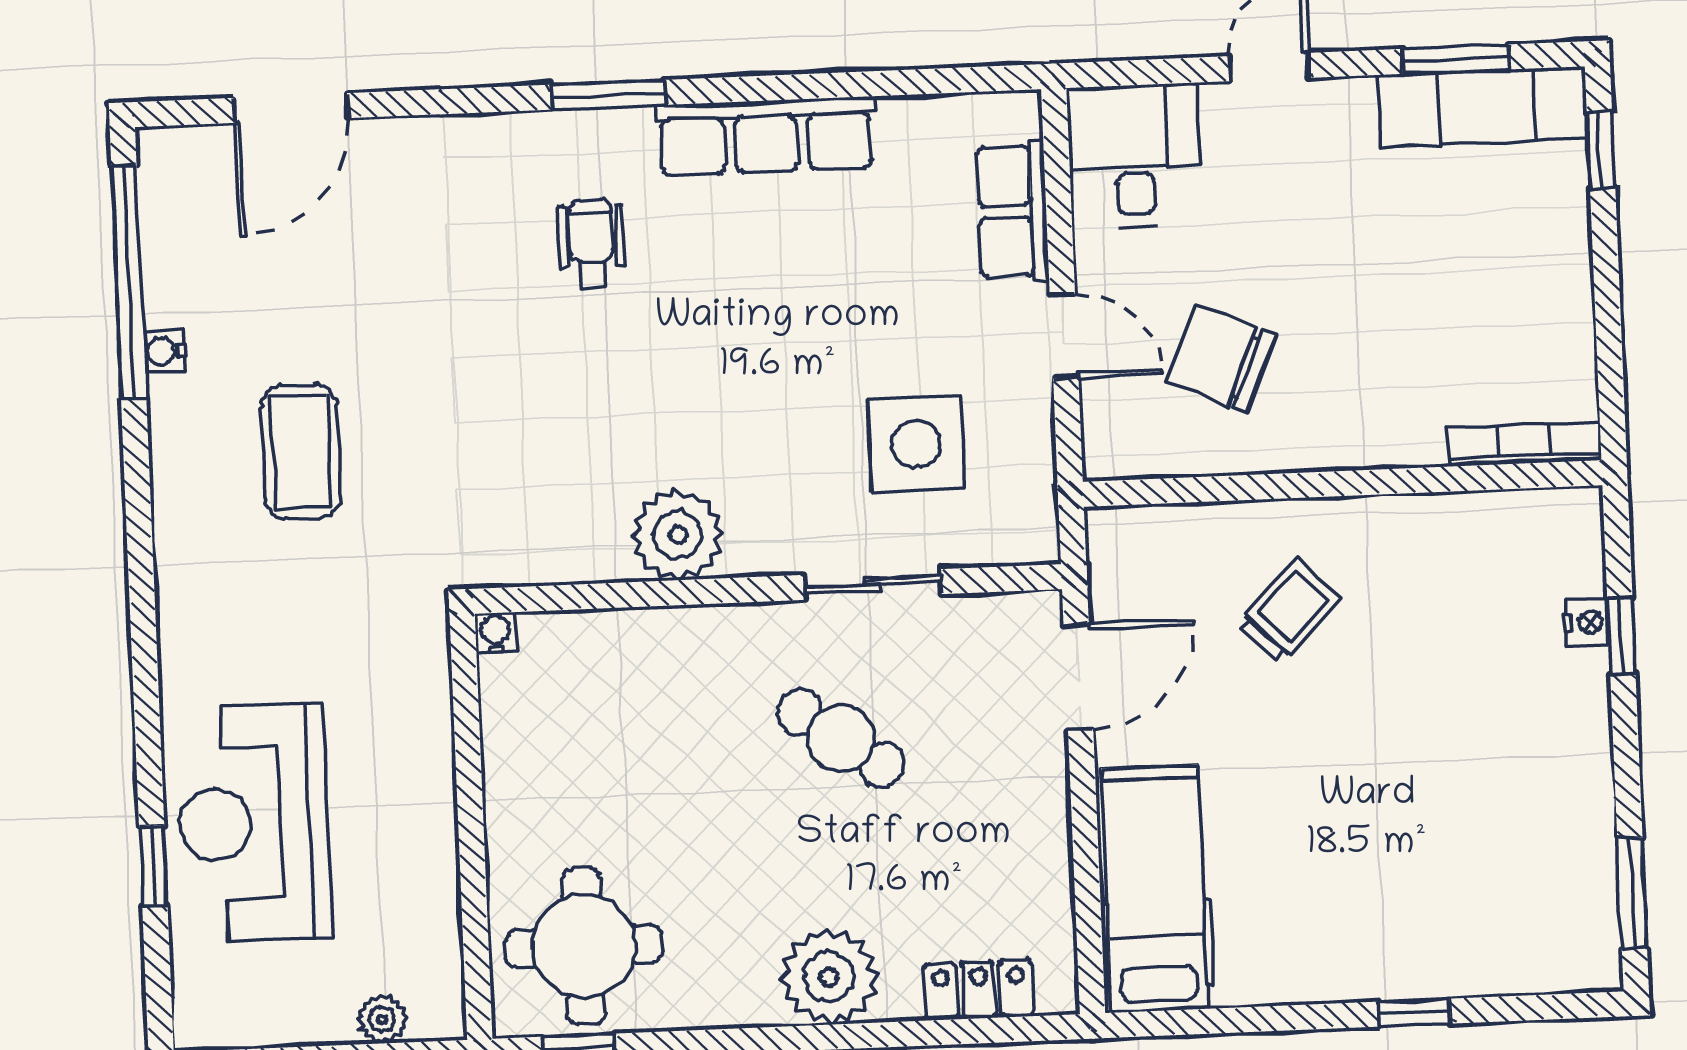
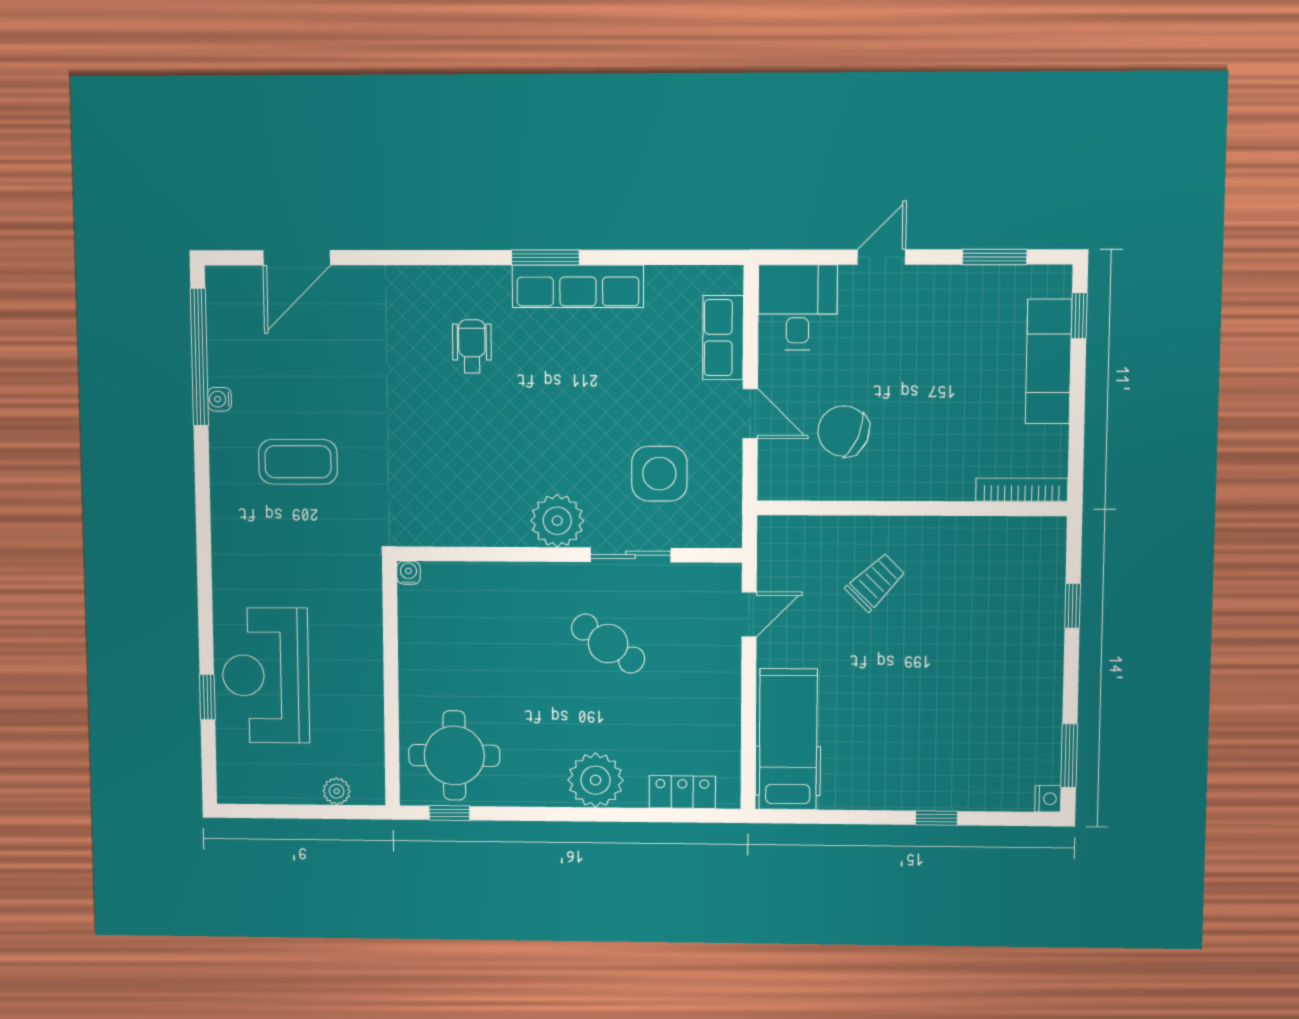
window: (608, 95) -> (545, 257), moved
exam couch: (1483, 107) -> (1049, 361), moved, turned 90
coffee table: (301, 452) -> (298, 462), turned 90
plant: (678, 535) -> (557, 521), moved
nightstand: (1587, 622) -> (1048, 799), moved
door: (1078, 677) -> (749, 614), width x0.73

